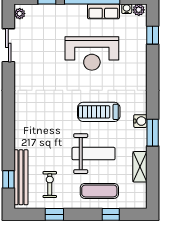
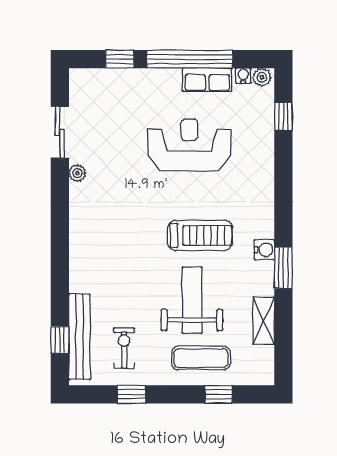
plant: (20, 14) -> (77, 173), moved
reception desk: (92, 53) -> (189, 145), turned 180
treadmill: (99, 112) -> (200, 235), turned 180
weight bench: (94, 154) -> (192, 300), turned -90

